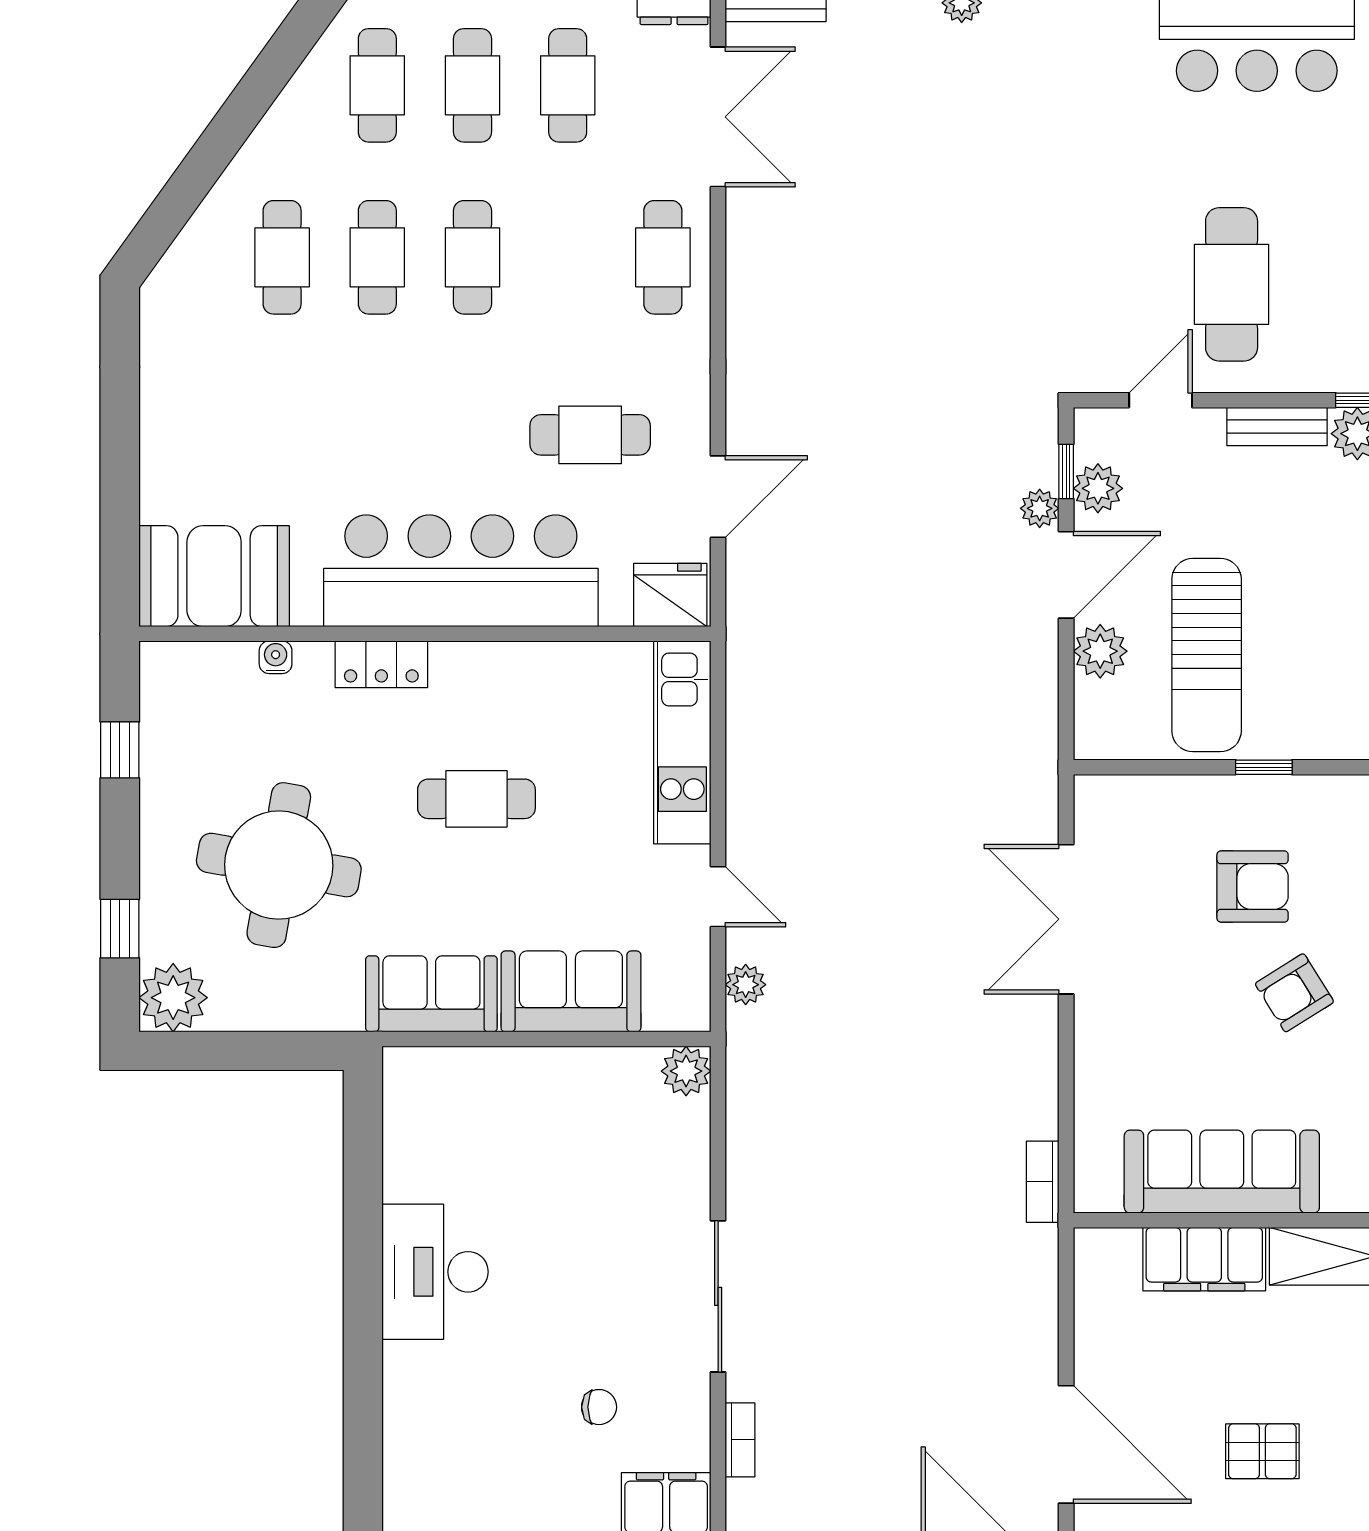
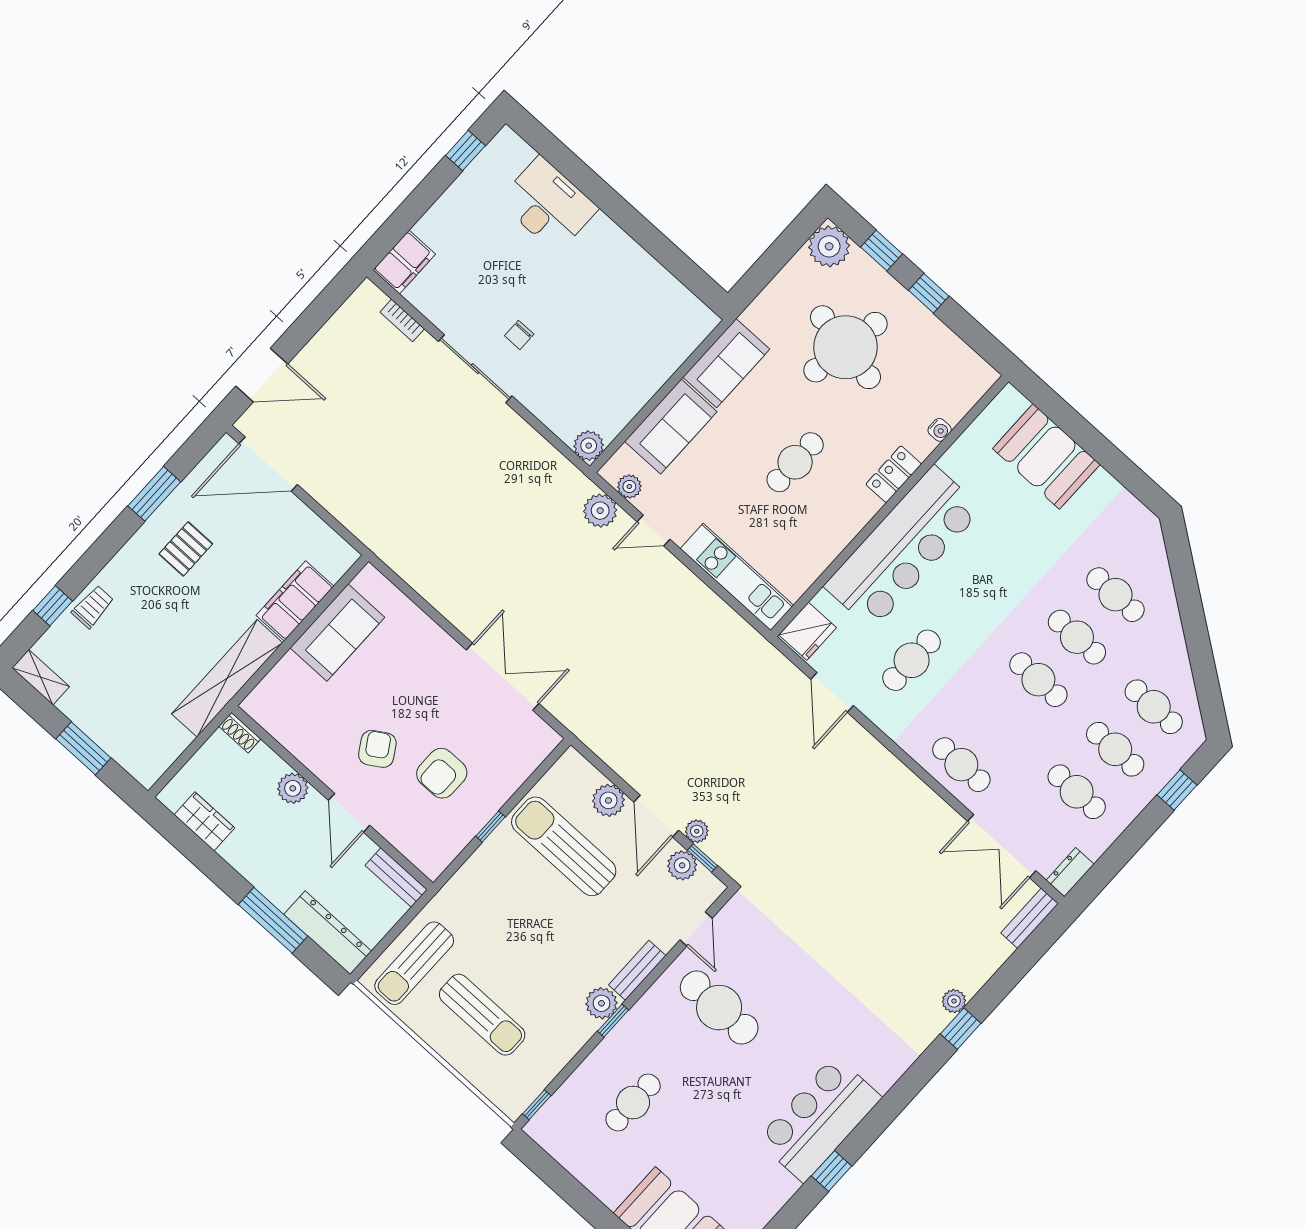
booth: (214, 576) -> (1046, 456), moved, turned 90
window: (120, 750) -> (929, 293), moved
plant: (691, 975) -> (629, 487), added
plant: (746, 985) -> (600, 511), width x1.38, depth x1.38
sofa: (1222, 1172) -> (337, 633), width x0.73
bookcase: (1043, 1182) -> (395, 560), removed
desk: (435, 1272) -> (548, 205), moved
chair: (599, 1407) -> (519, 335), moved

